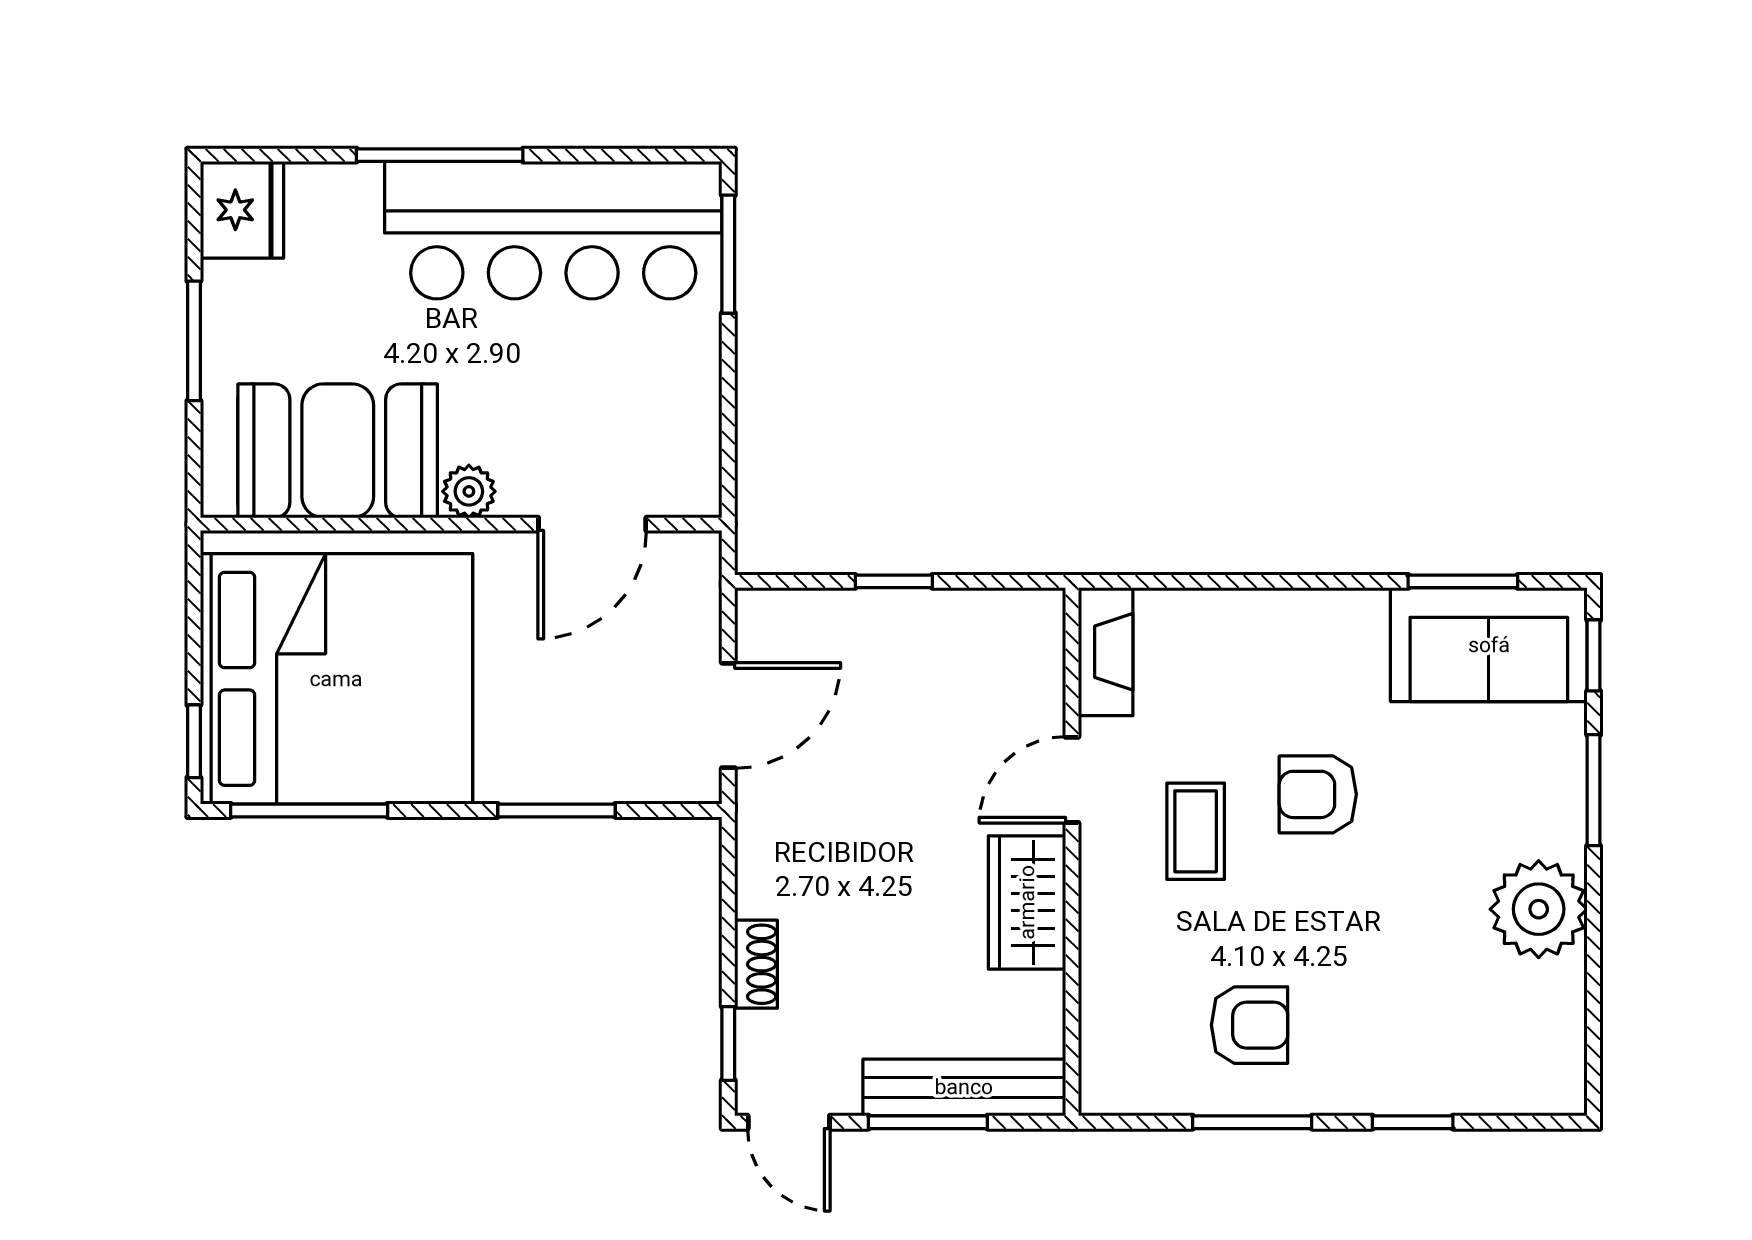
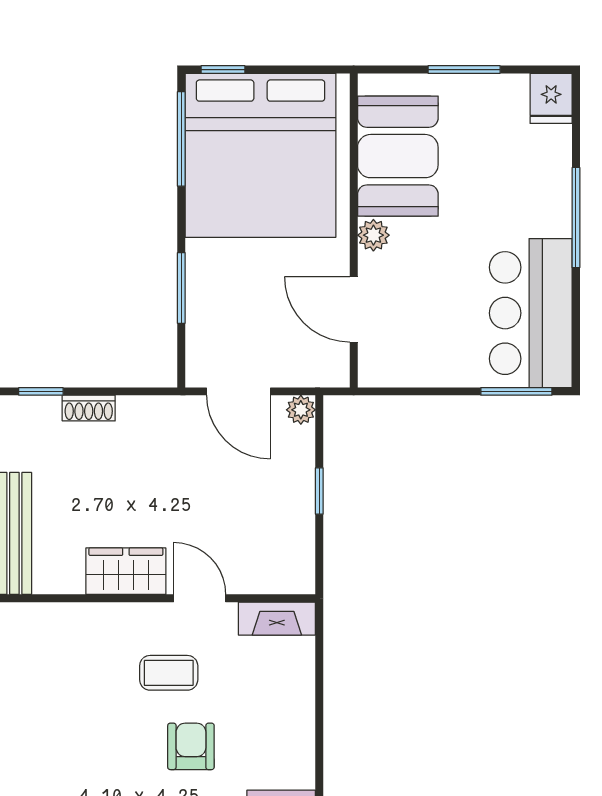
fridge: (242, 210) -> (551, 98), width x0.72
bar counter: (553, 230) -> (531, 313), width x0.73
plant: (759, 612) -> (301, 410), added
armchair: (1250, 1025) -> (52, 705), removed

